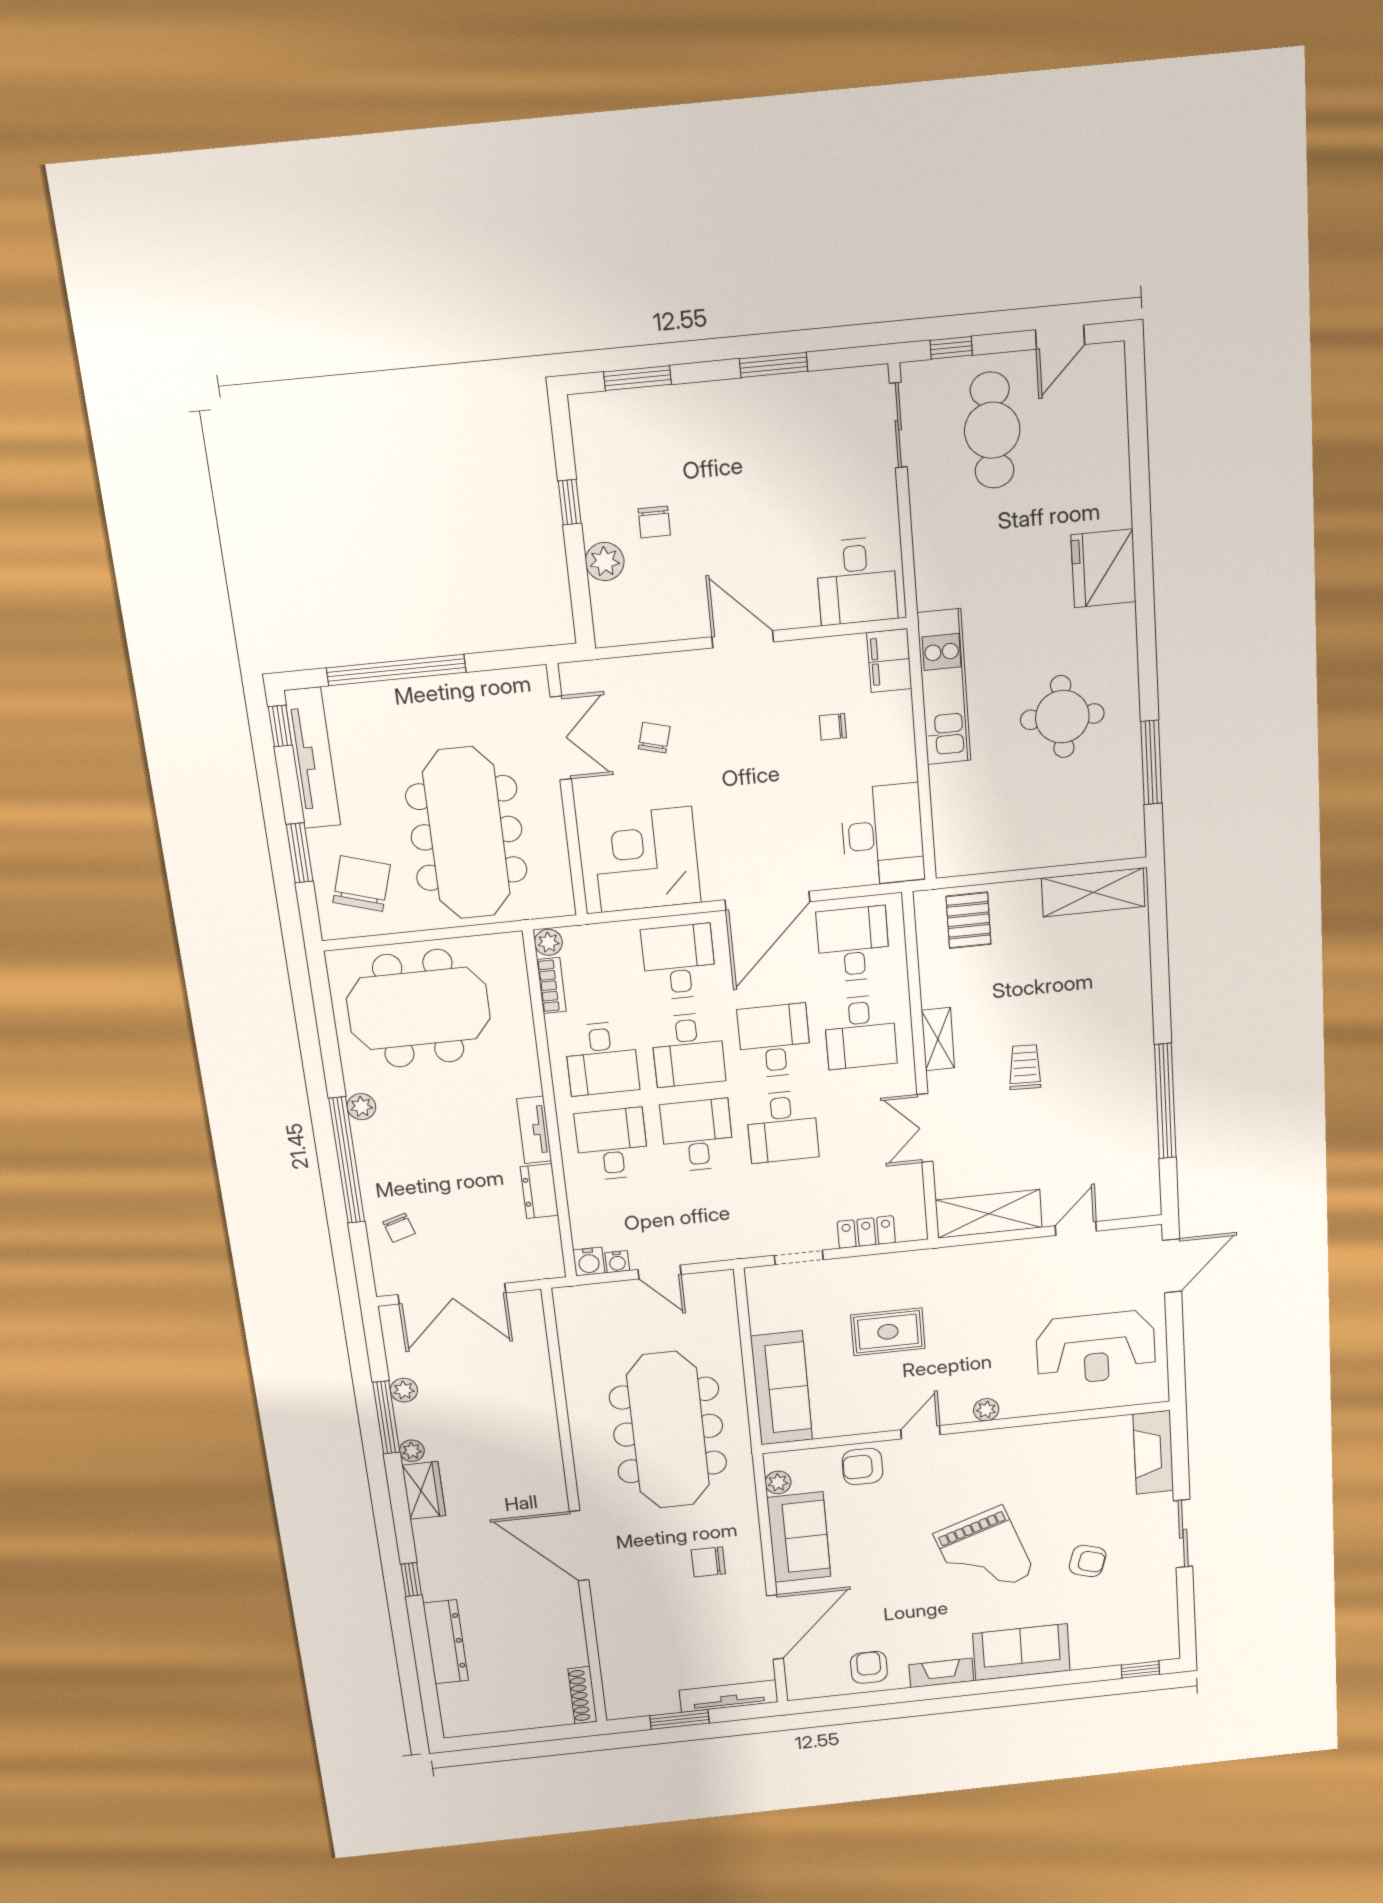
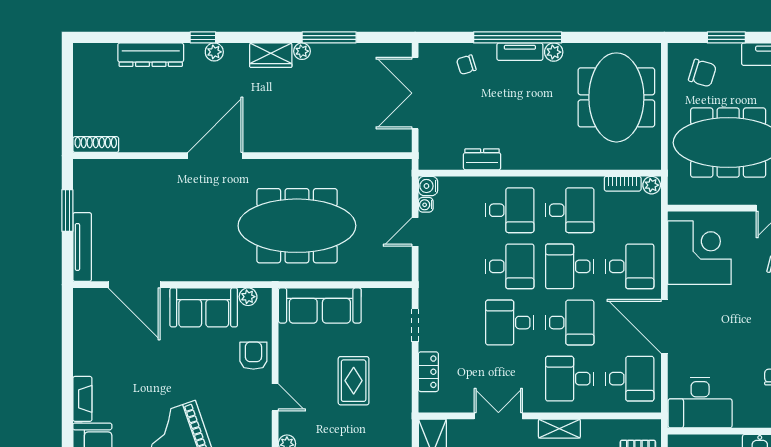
chair: (362, 884) -> (702, 73), width x0.73, depth x0.73
desk: (602, 1059) -> (570, 210), turned 180
tv unit: (534, 1130) -> (520, 52), moved, turned 180
plant: (404, 1390) -> (214, 52), moved
chair: (708, 1562) -> (192, 243), removed
armchair: (869, 1667) -> (93, 348), removed

